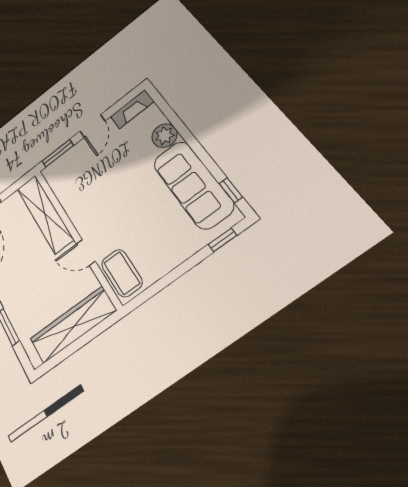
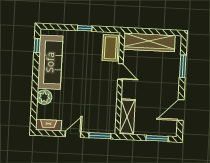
shelving: (45, 214) -> (127, 117), width x0.68
window: (222, 240) -> (85, 28), moved

